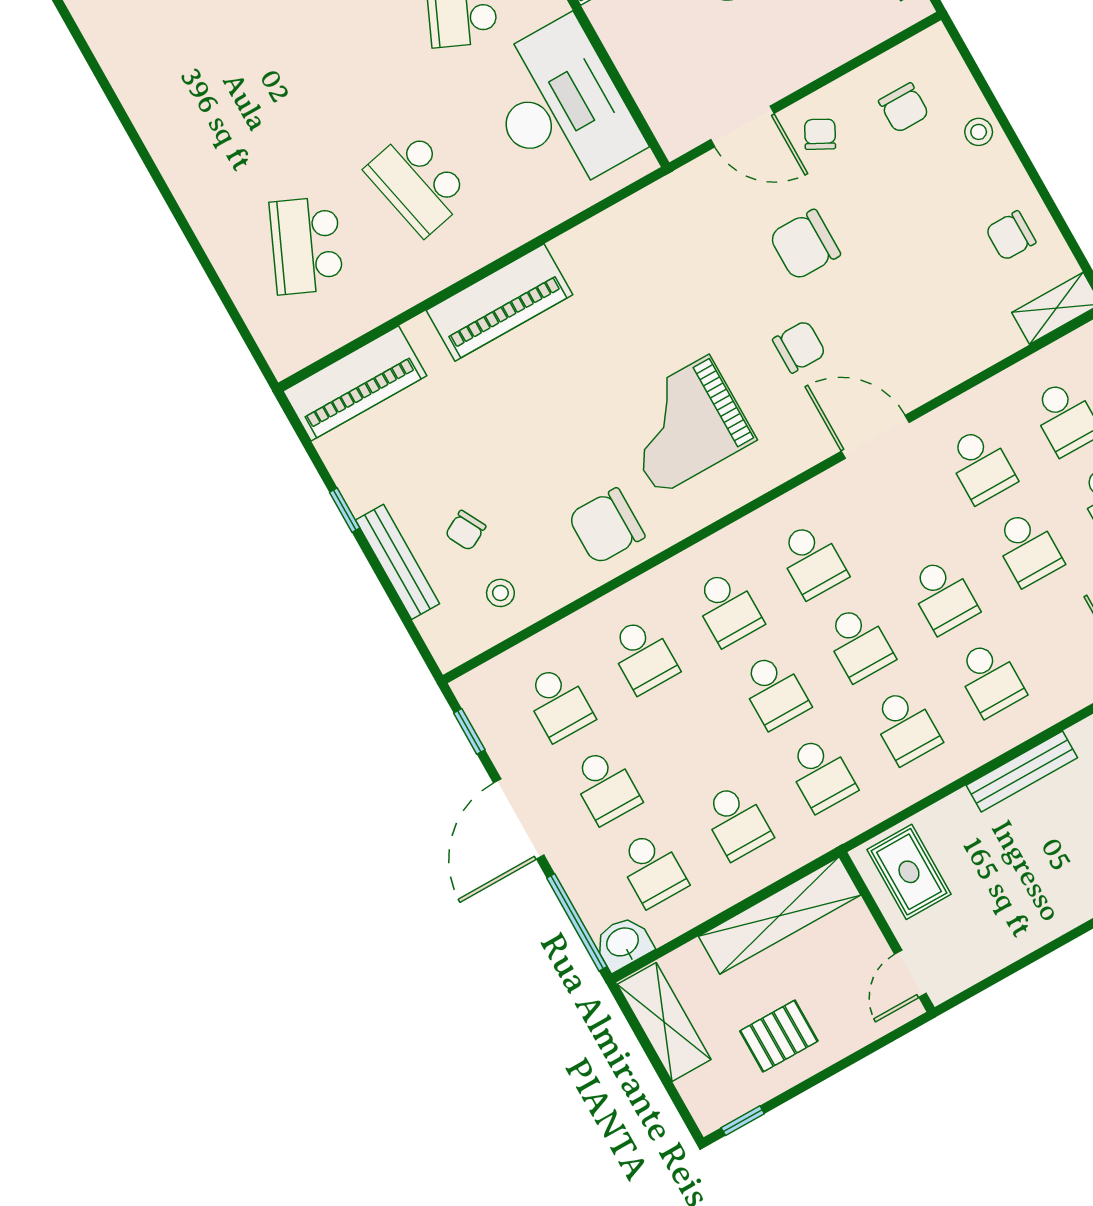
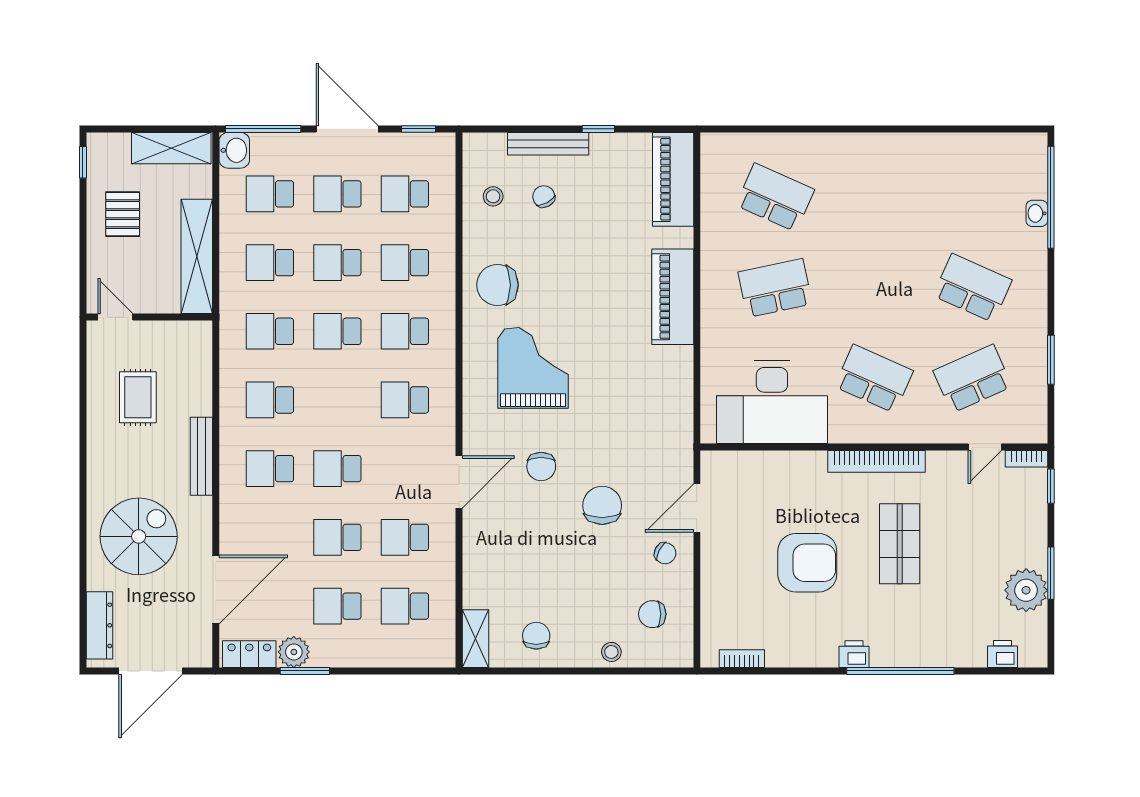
chair: (606, 526) -> (497, 285), turned -90
school desk: (859, 643) -> (337, 263), moved
rug: (909, 872) -> (138, 397), moved, turned 90

